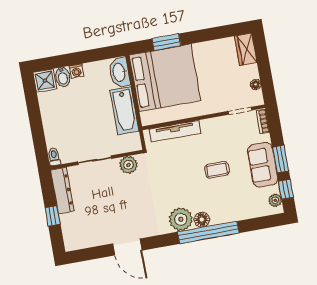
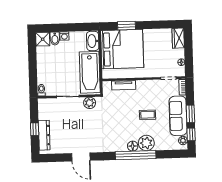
bathtub: (124, 111) -> (90, 72), width x1.36, depth x1.36
tv unit: (175, 131) -> (124, 85), width x0.71
sofa: (263, 165) -> (178, 116), width x1.36
dresser: (62, 191) -> (44, 135), moved
plant: (181, 219) -> (146, 143), moved

